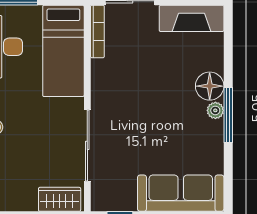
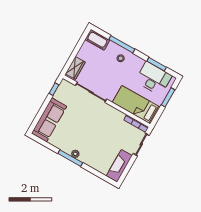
floor lamp: (210, 86) -> (87, 157), removed

